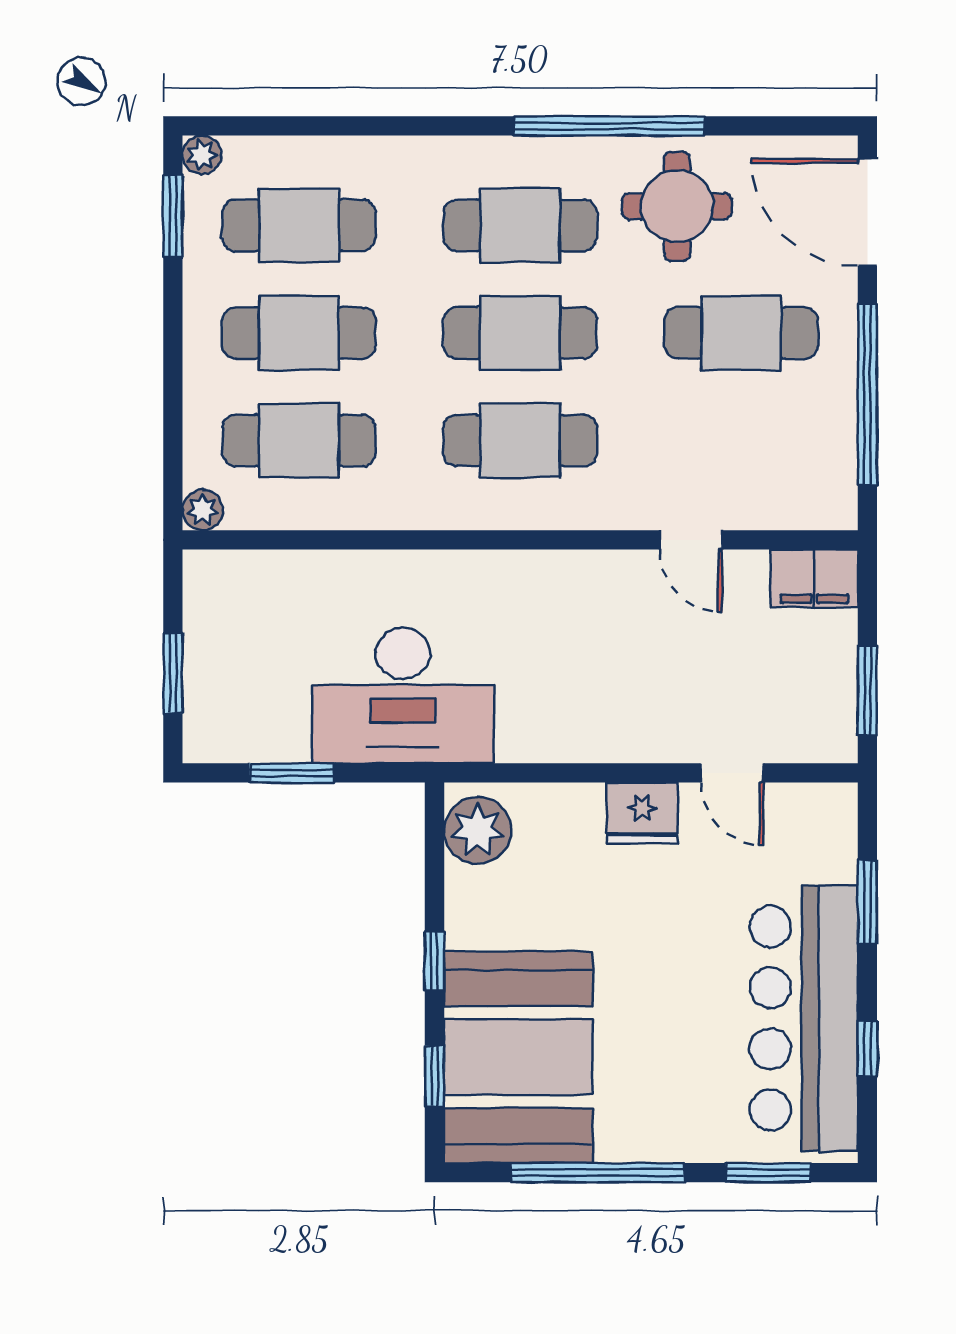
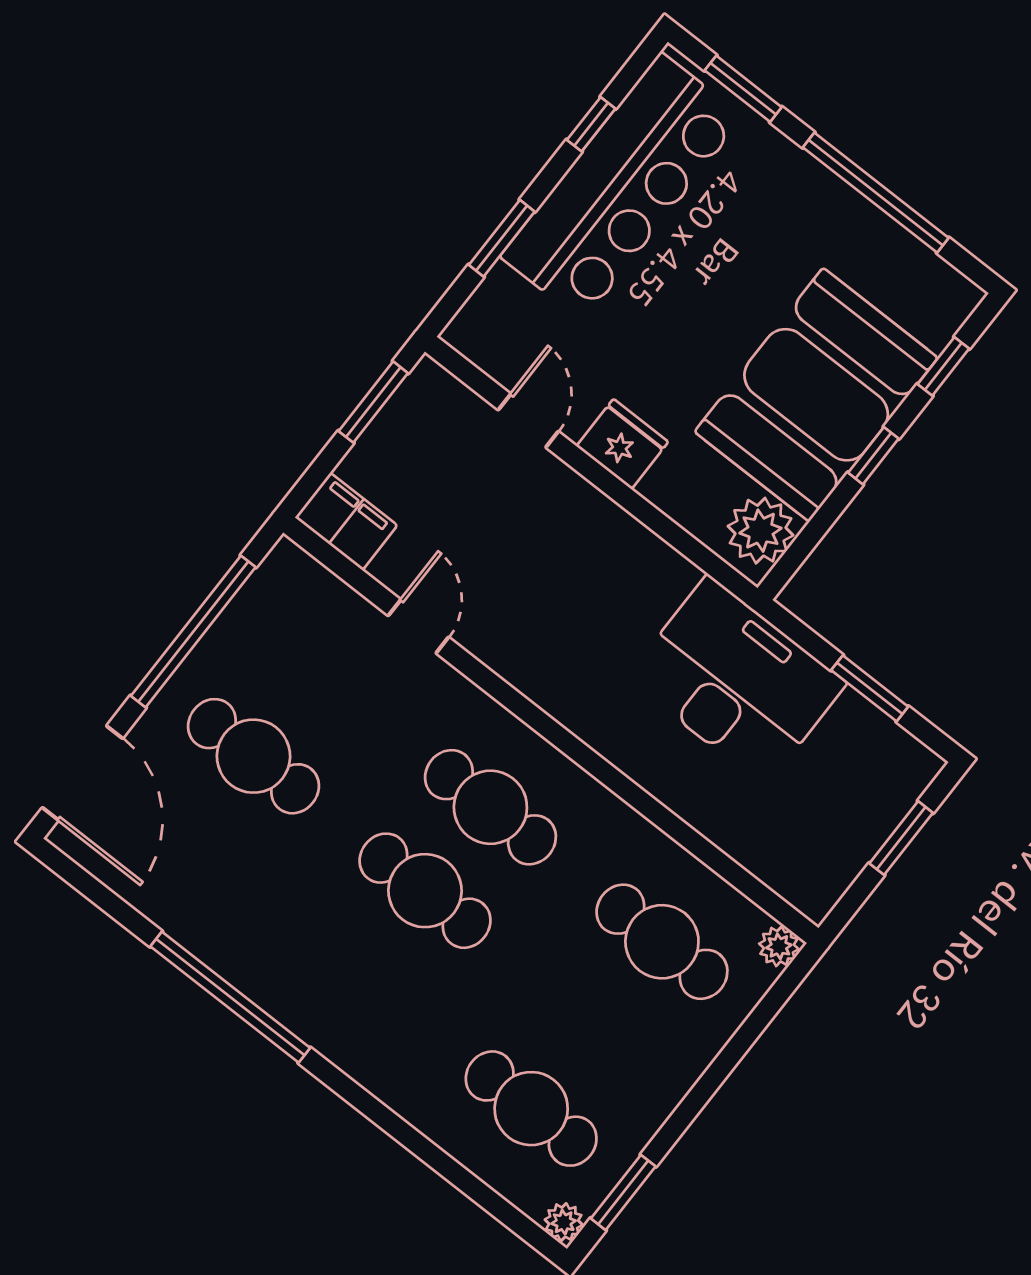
round table: (677, 206) -> (226, 894), removed
cafe table: (520, 225) -> (360, 974), removed
cafe table: (299, 333) -> (597, 1025), removed
booth: (518, 1057) -> (816, 395), moved

